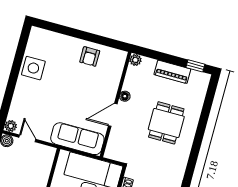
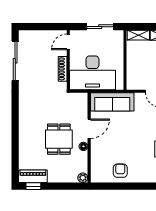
piano: (172, 72) -> (33, 176), moved
dining table: (166, 123) -> (59, 139), moved

